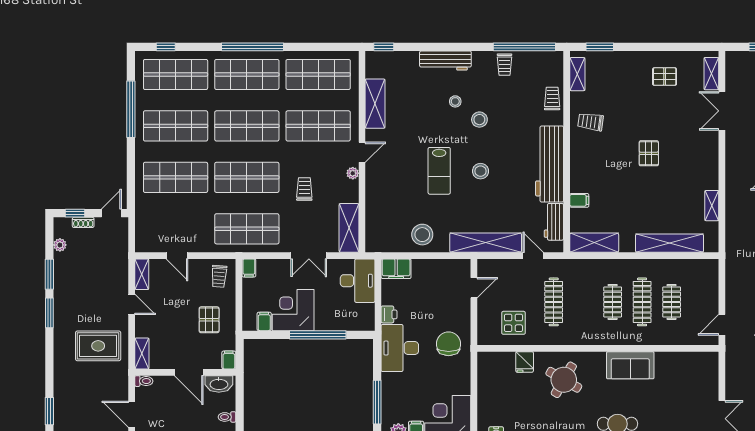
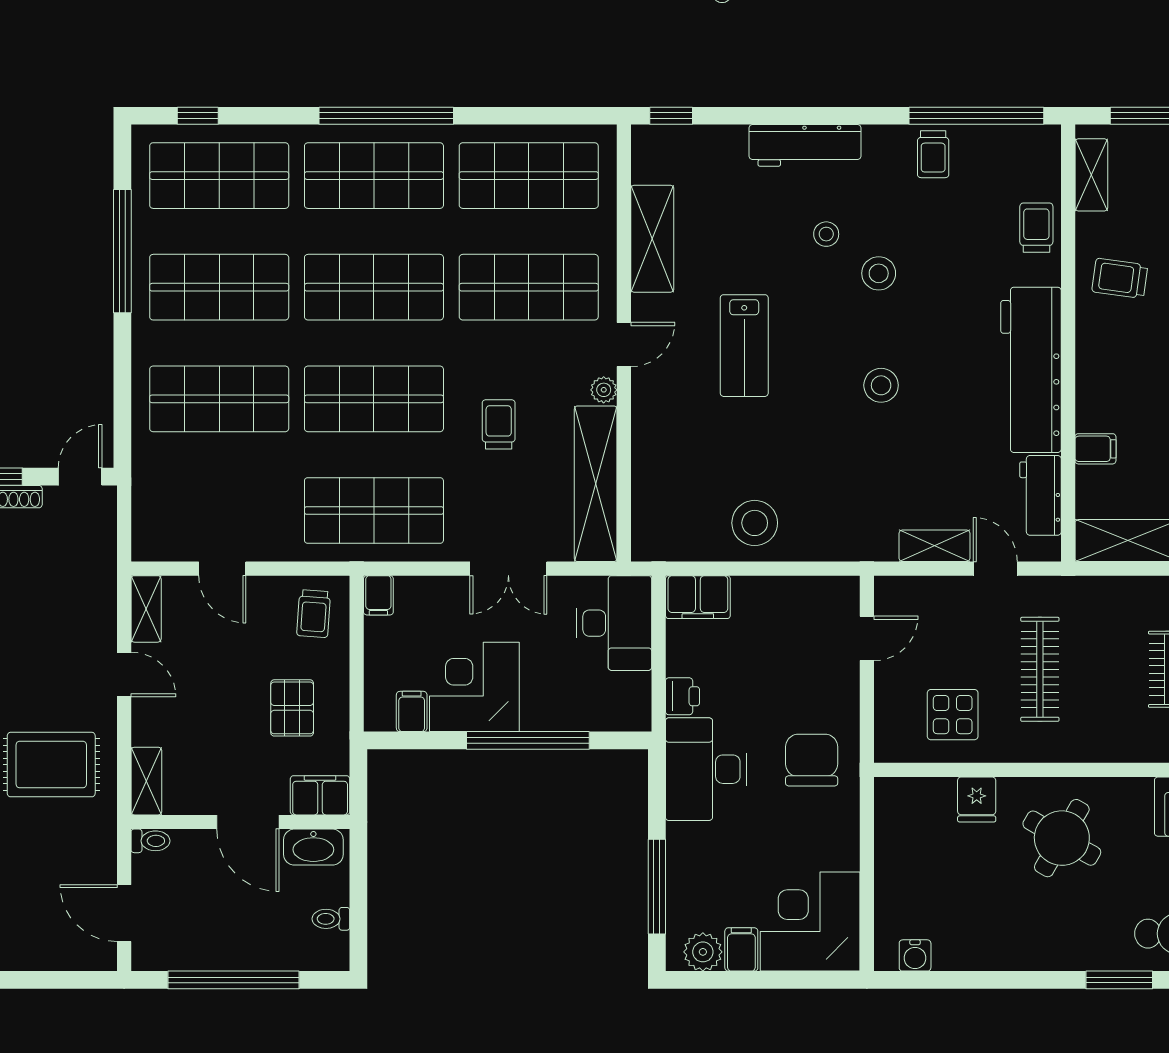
lab bench: (439, 171) -> (744, 346), moved
shelving: (349, 228) -> (596, 484), width x1.47
shelving: (486, 243) -> (935, 546), width x0.45, depth x0.75
filing cabinet: (229, 360) -> (320, 795), width x2.00

